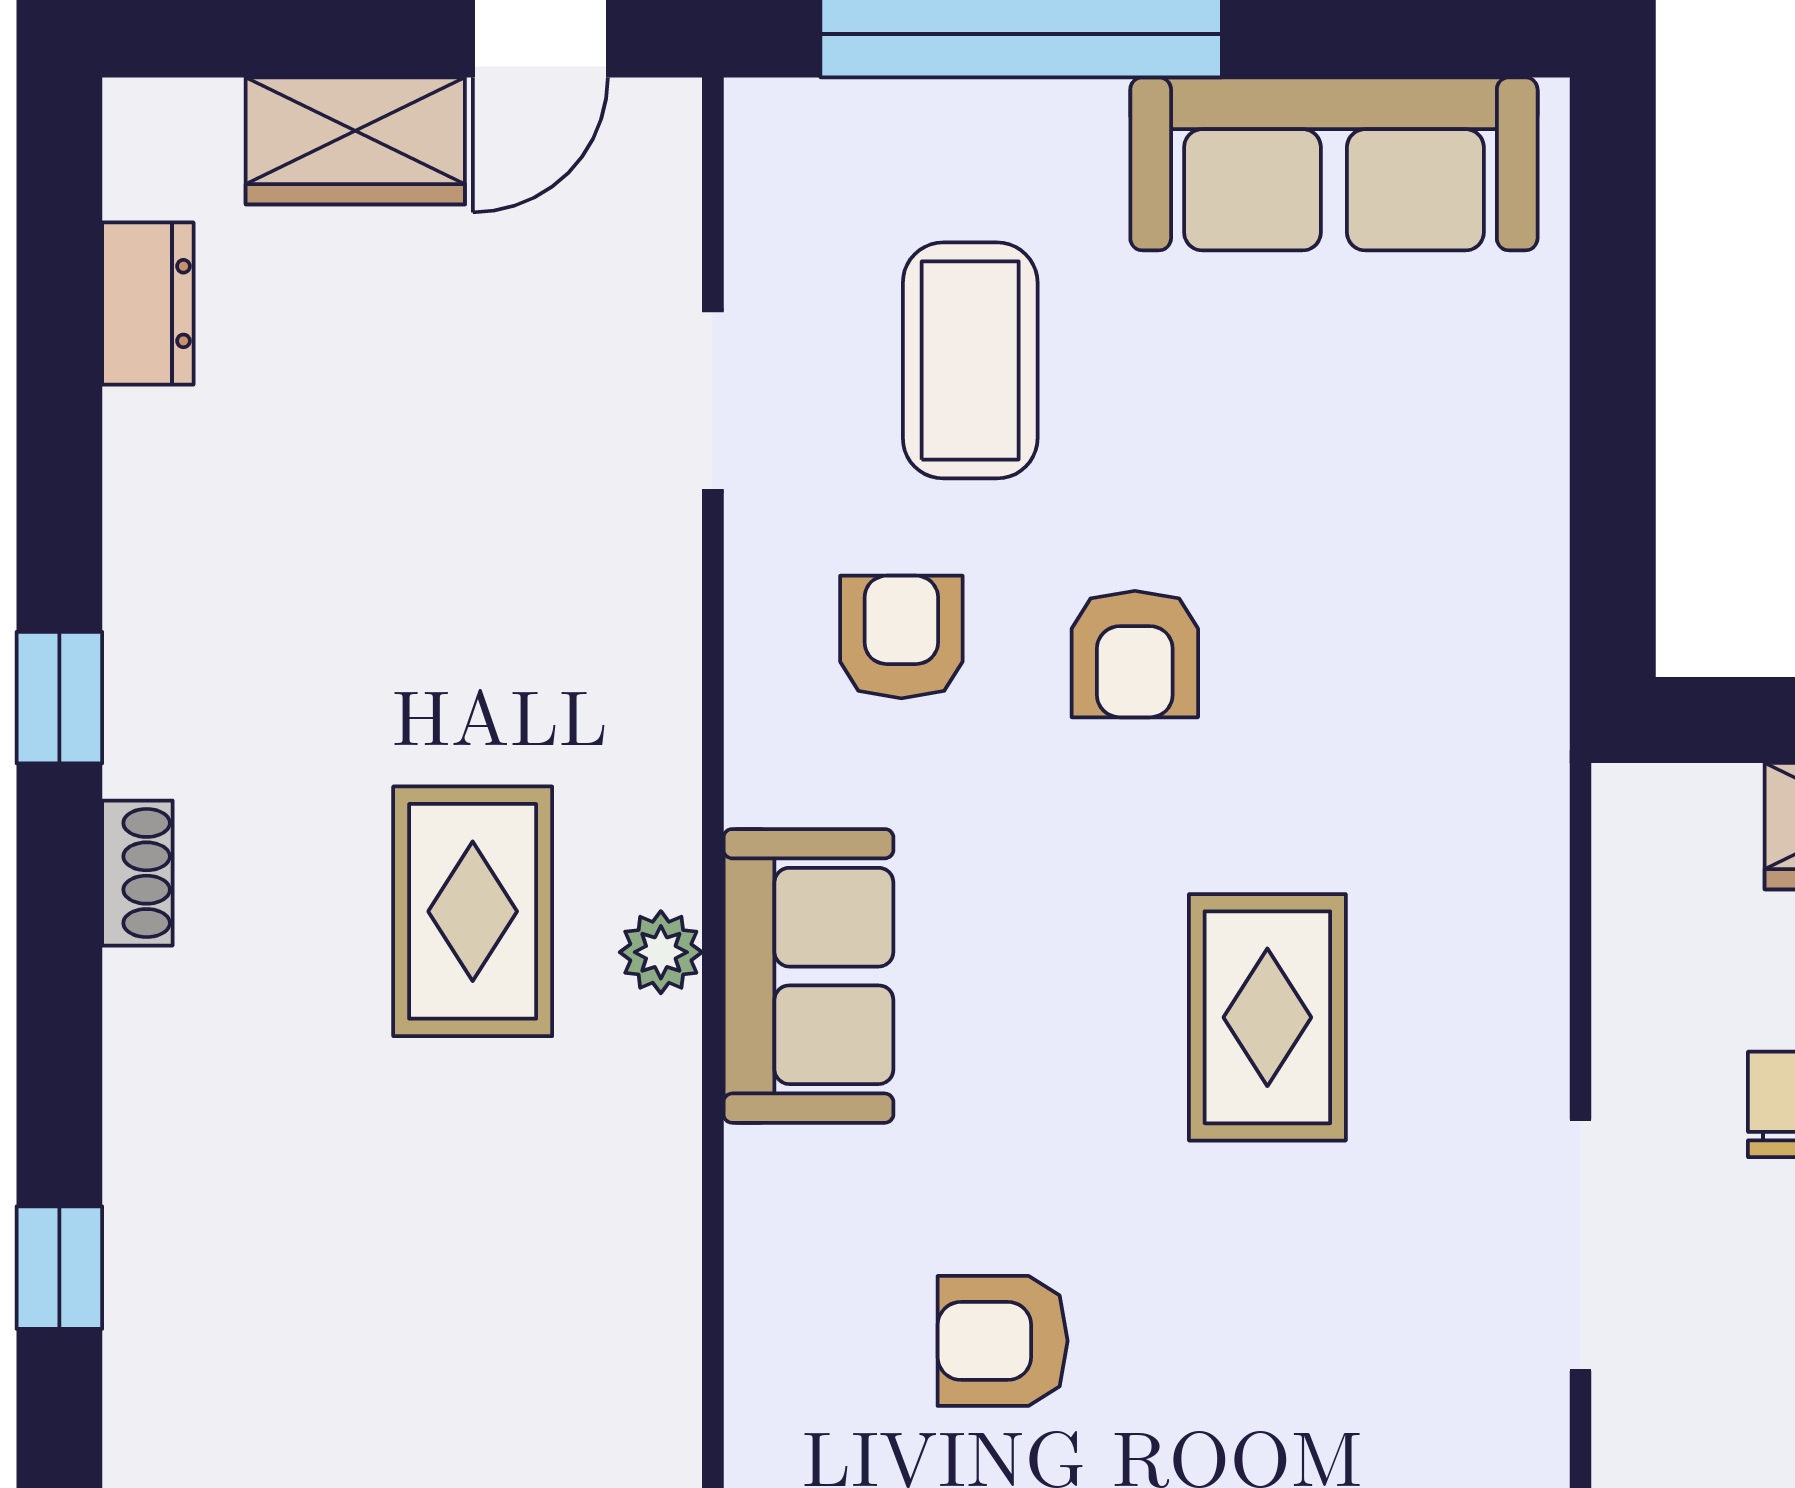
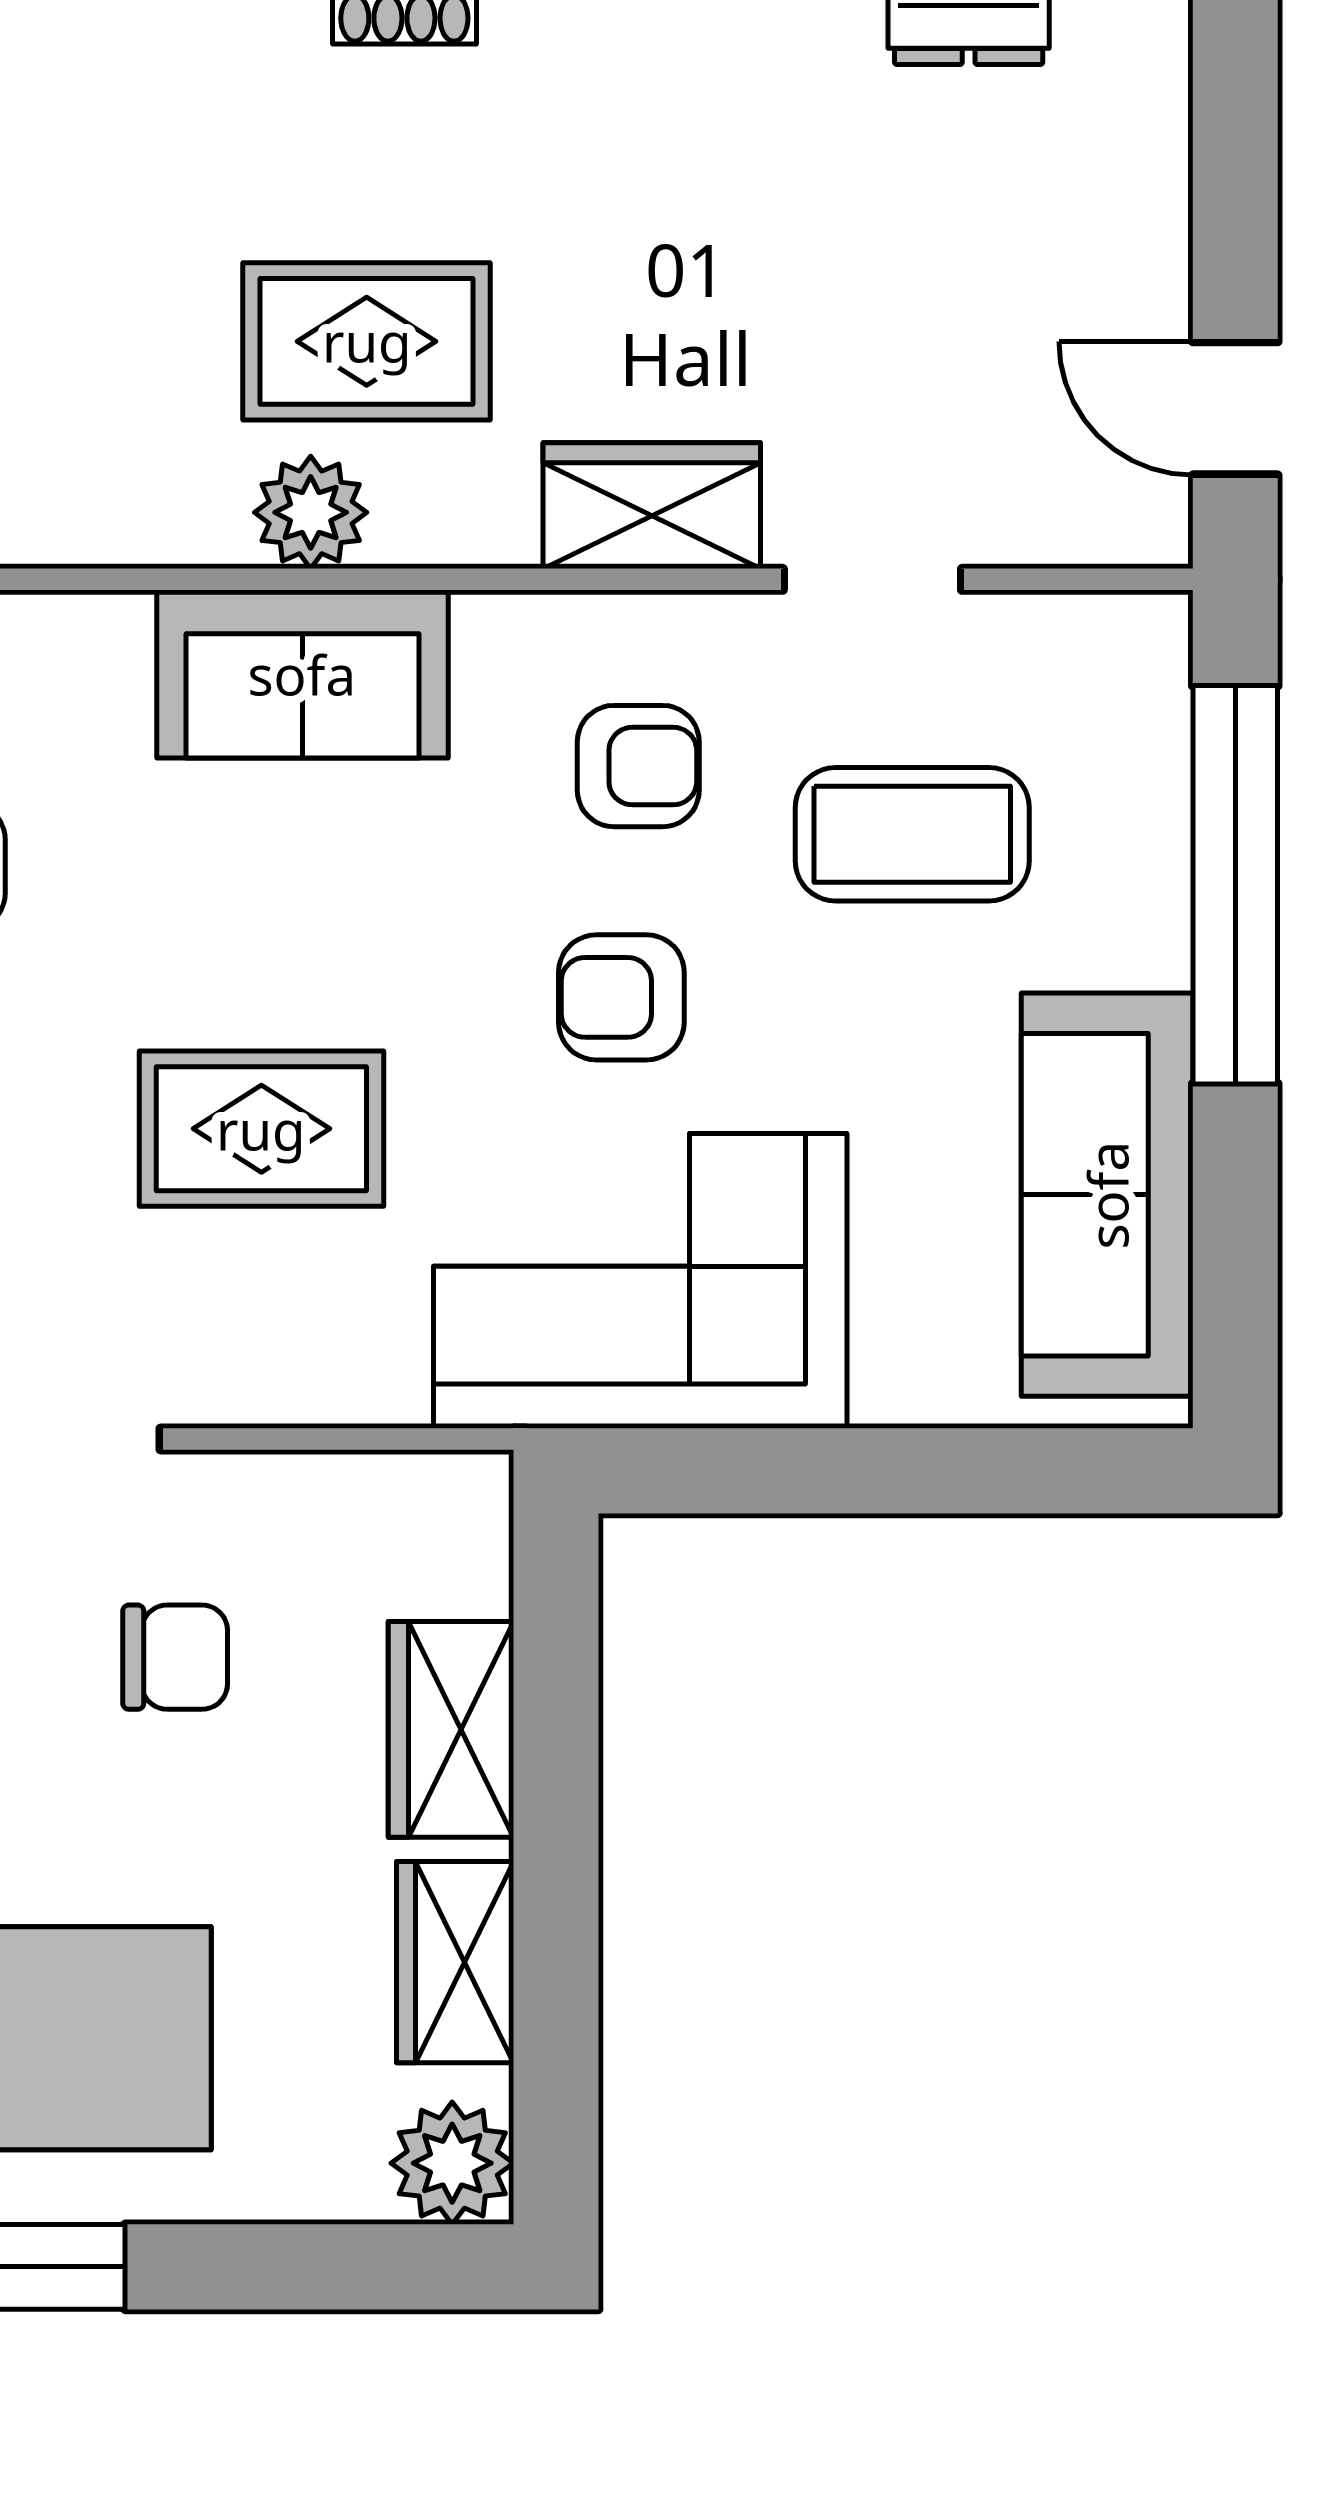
wardrobe: (355, 141) -> (652, 506), moved, turned 90
corner sofa: (1421, 635) -> (640, 1281), added
plant: (661, 952) -> (311, 512), width x1.38, depth x1.38

